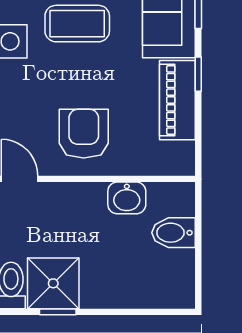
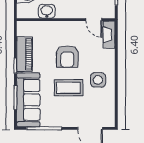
armchair: (84, 134) -> (67, 57), moved

